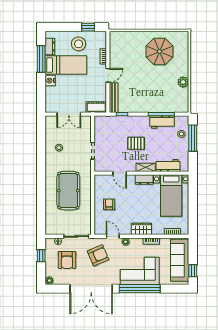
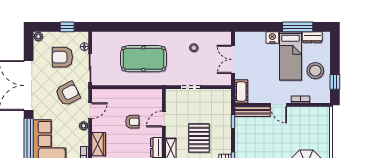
pallet: (136, 143) -> (199, 138), width x1.50, depth x1.42
armchair: (109, 204) -> (132, 122), moved
armchair: (98, 255) -> (68, 94), turned -94

